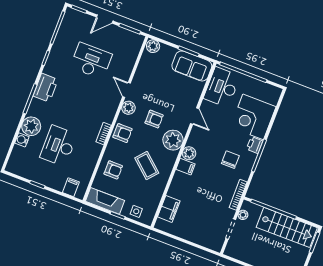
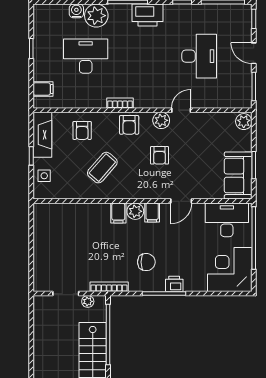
corner desk: (253, 117) -> (230, 270), moved
plant: (173, 140) -> (143, 187), removed
filing cabinet: (169, 209) -> (152, 213), moved, width x0.50

